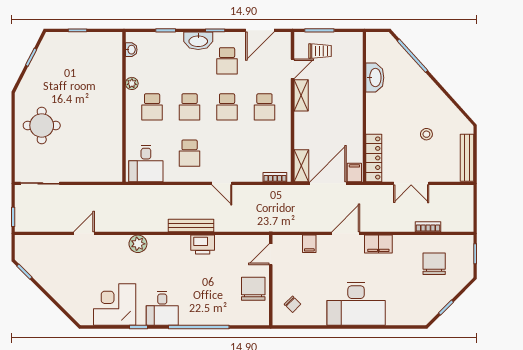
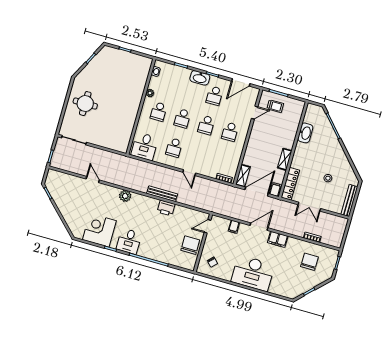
shelving: (301, 95) -> (285, 159), moved
door: (84, 233) -> (93, 180), hinge flipped

